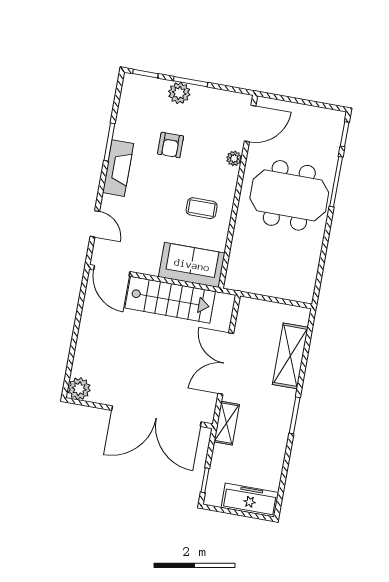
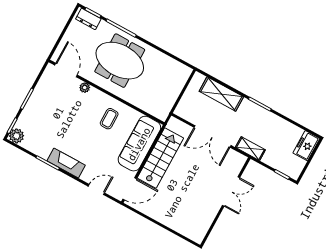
plant: (179, 93) -> (17, 136), moved
dresser: (334, 131) -> (88, 19), added
armchair: (171, 145) -> (63, 125), removed
meeting table: (289, 195) -> (120, 61), turned 90
sofa: (192, 265) -> (139, 144), width x1.36
plant: (79, 389) -> (197, 235), removed
double door: (156, 416) -> (231, 192), width x0.54
freezer: (250, 500) -> (306, 146), width x0.71

